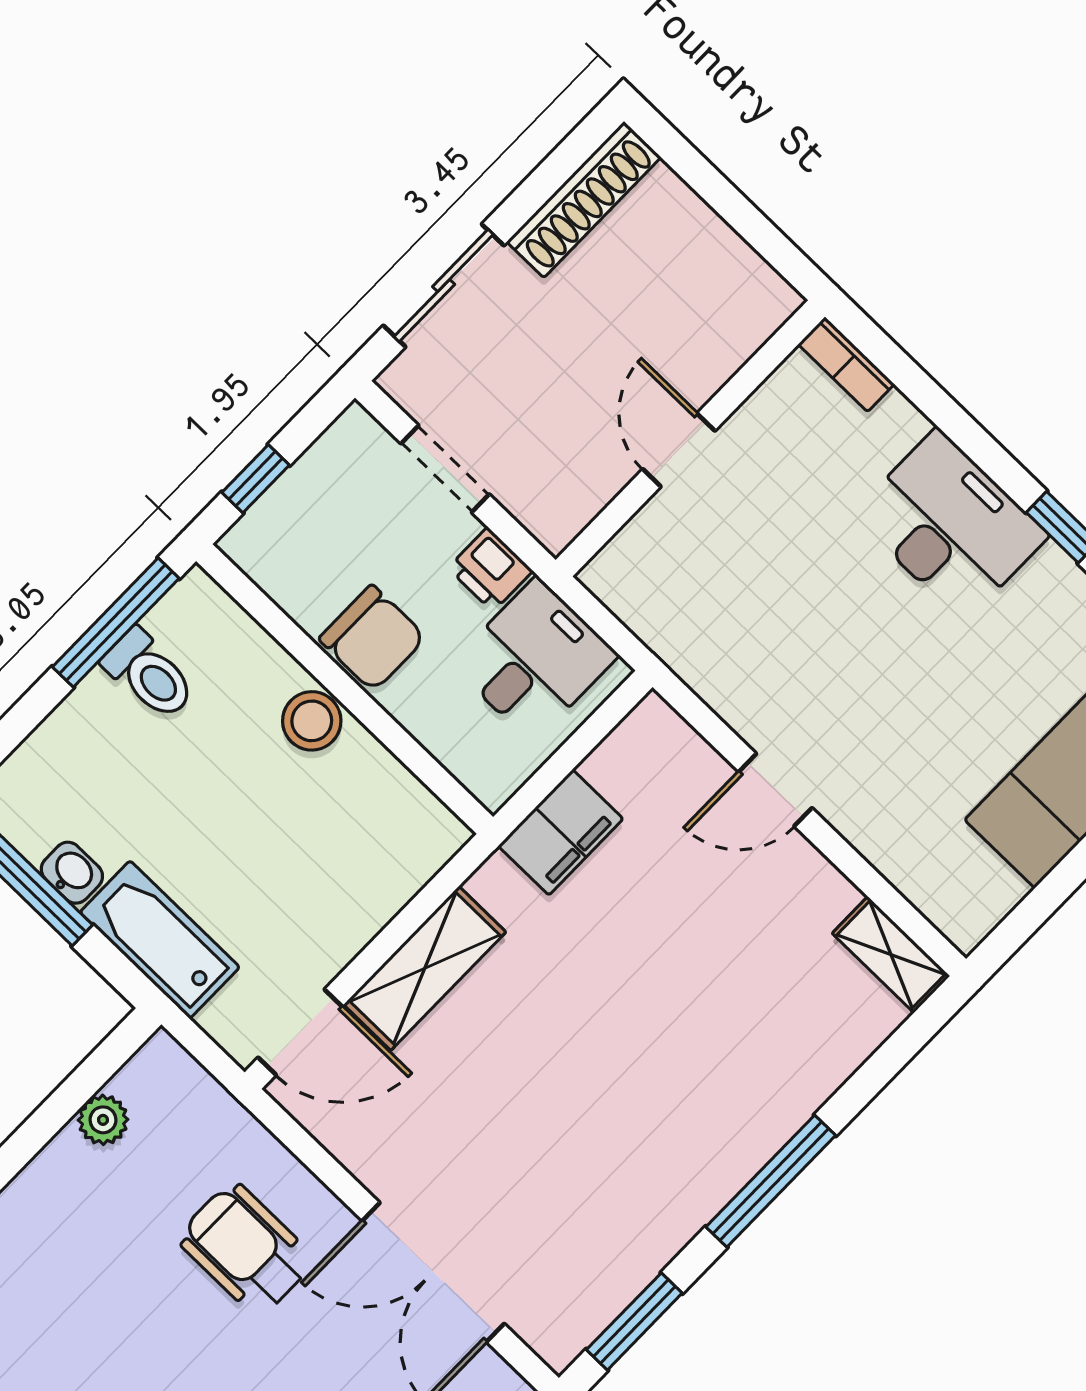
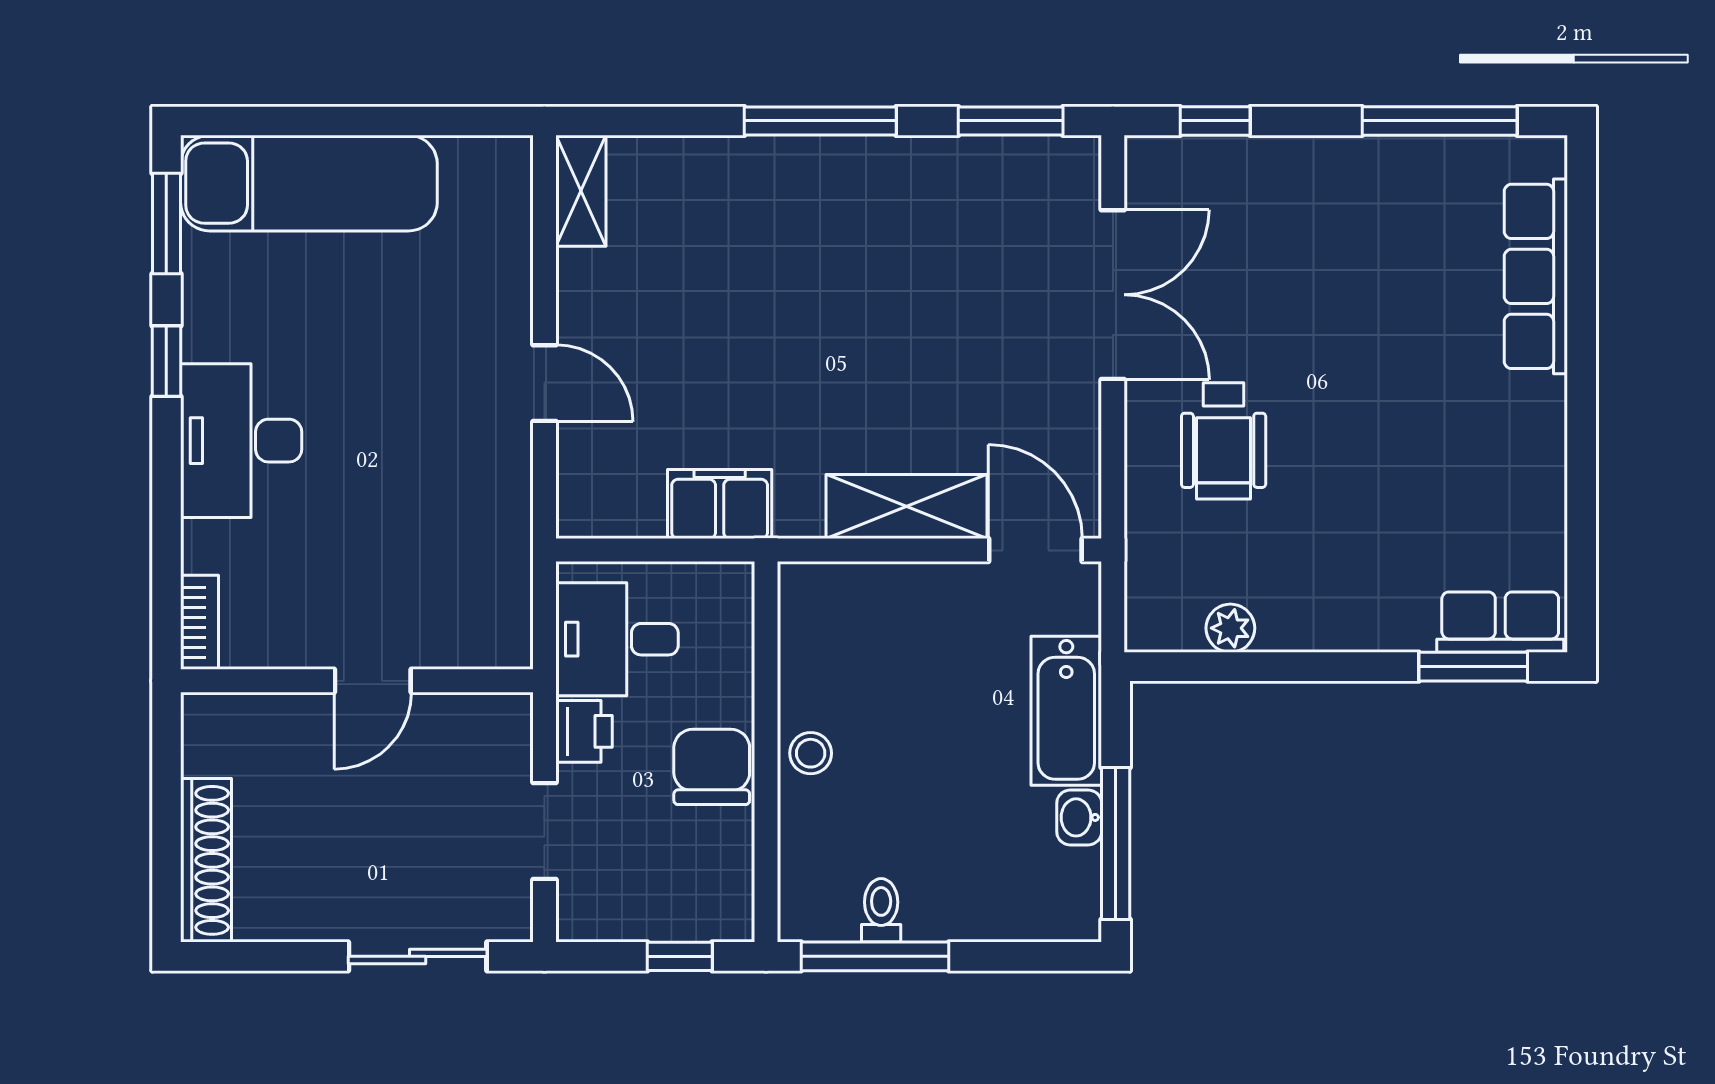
shoe rack: (584, 200) -> (206, 860), moved, turned 90
toilet: (149, 674) -> (881, 910), width x0.73, depth x0.72
stool: (312, 721) -> (811, 753), width x0.73, depth x0.73

